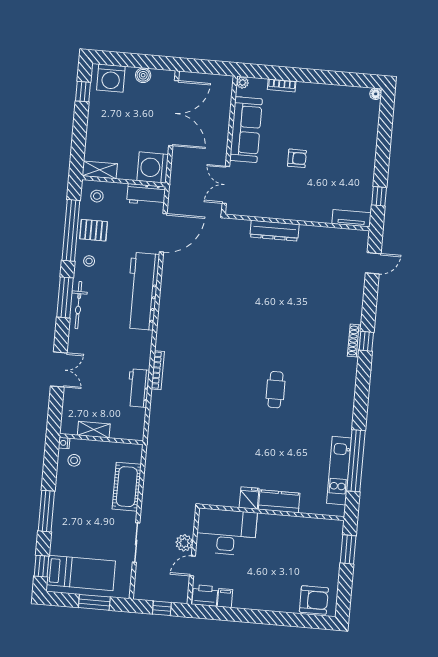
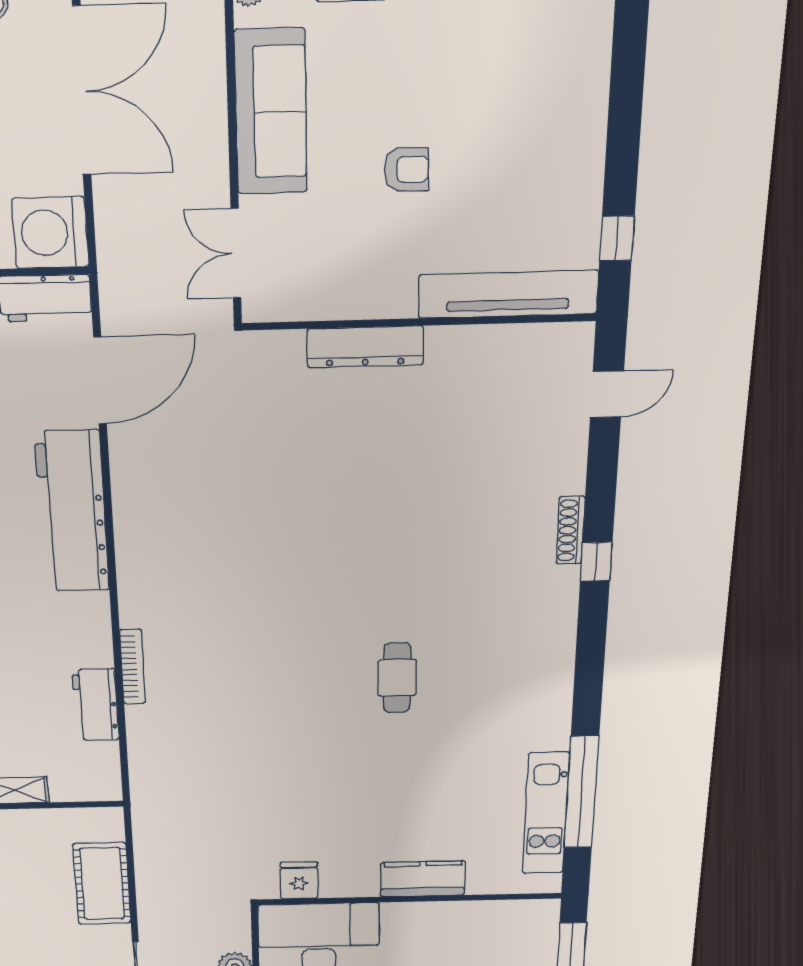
tv unit: (352, 218) -> (508, 294), width x1.92, depth x1.29
shoe rack: (354, 341) -> (571, 530), moved
fridge: (249, 498) -> (299, 880), moved

